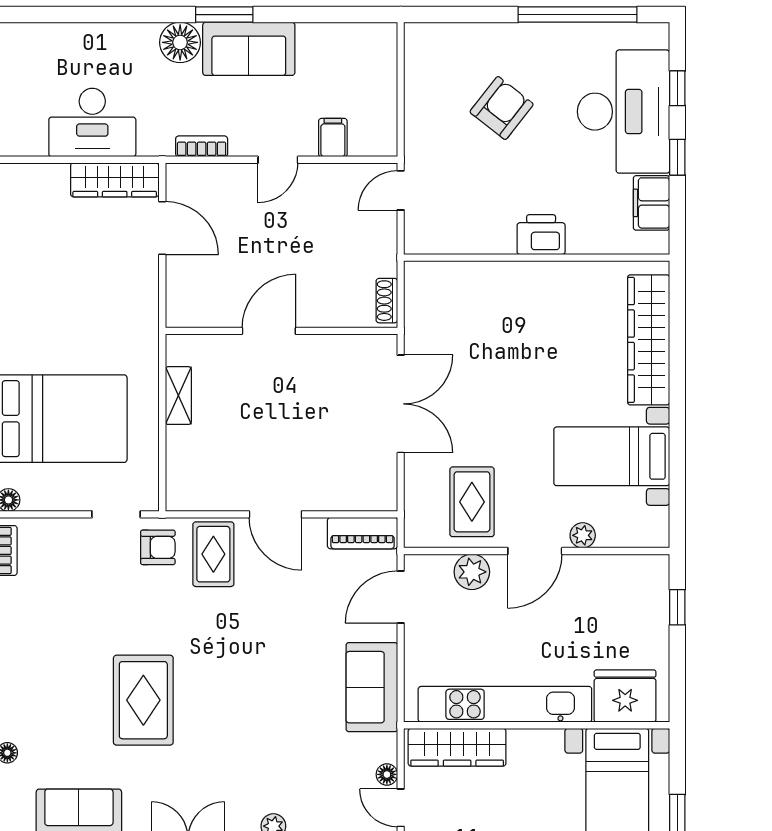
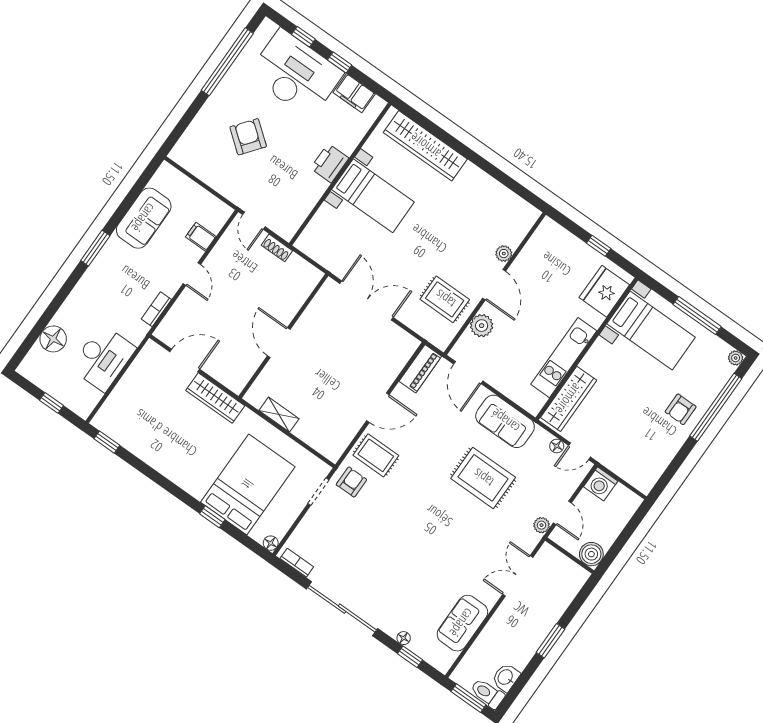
floor lamp: (180, 42) -> (53, 339), moved
sofa: (249, 49) -> (144, 218), moved
wardrobe: (115, 180) -> (215, 398), moved, turned 90
shoe rack: (387, 301) -> (277, 248), moved
bed with nightstands: (612, 456) -> (373, 196), moved, turned -90
window: (677, 607) -> (599, 246), moved
rug: (143, 700) -> (483, 478), moved
kitchen unit: (505, 704) -> (564, 358), width x0.73

